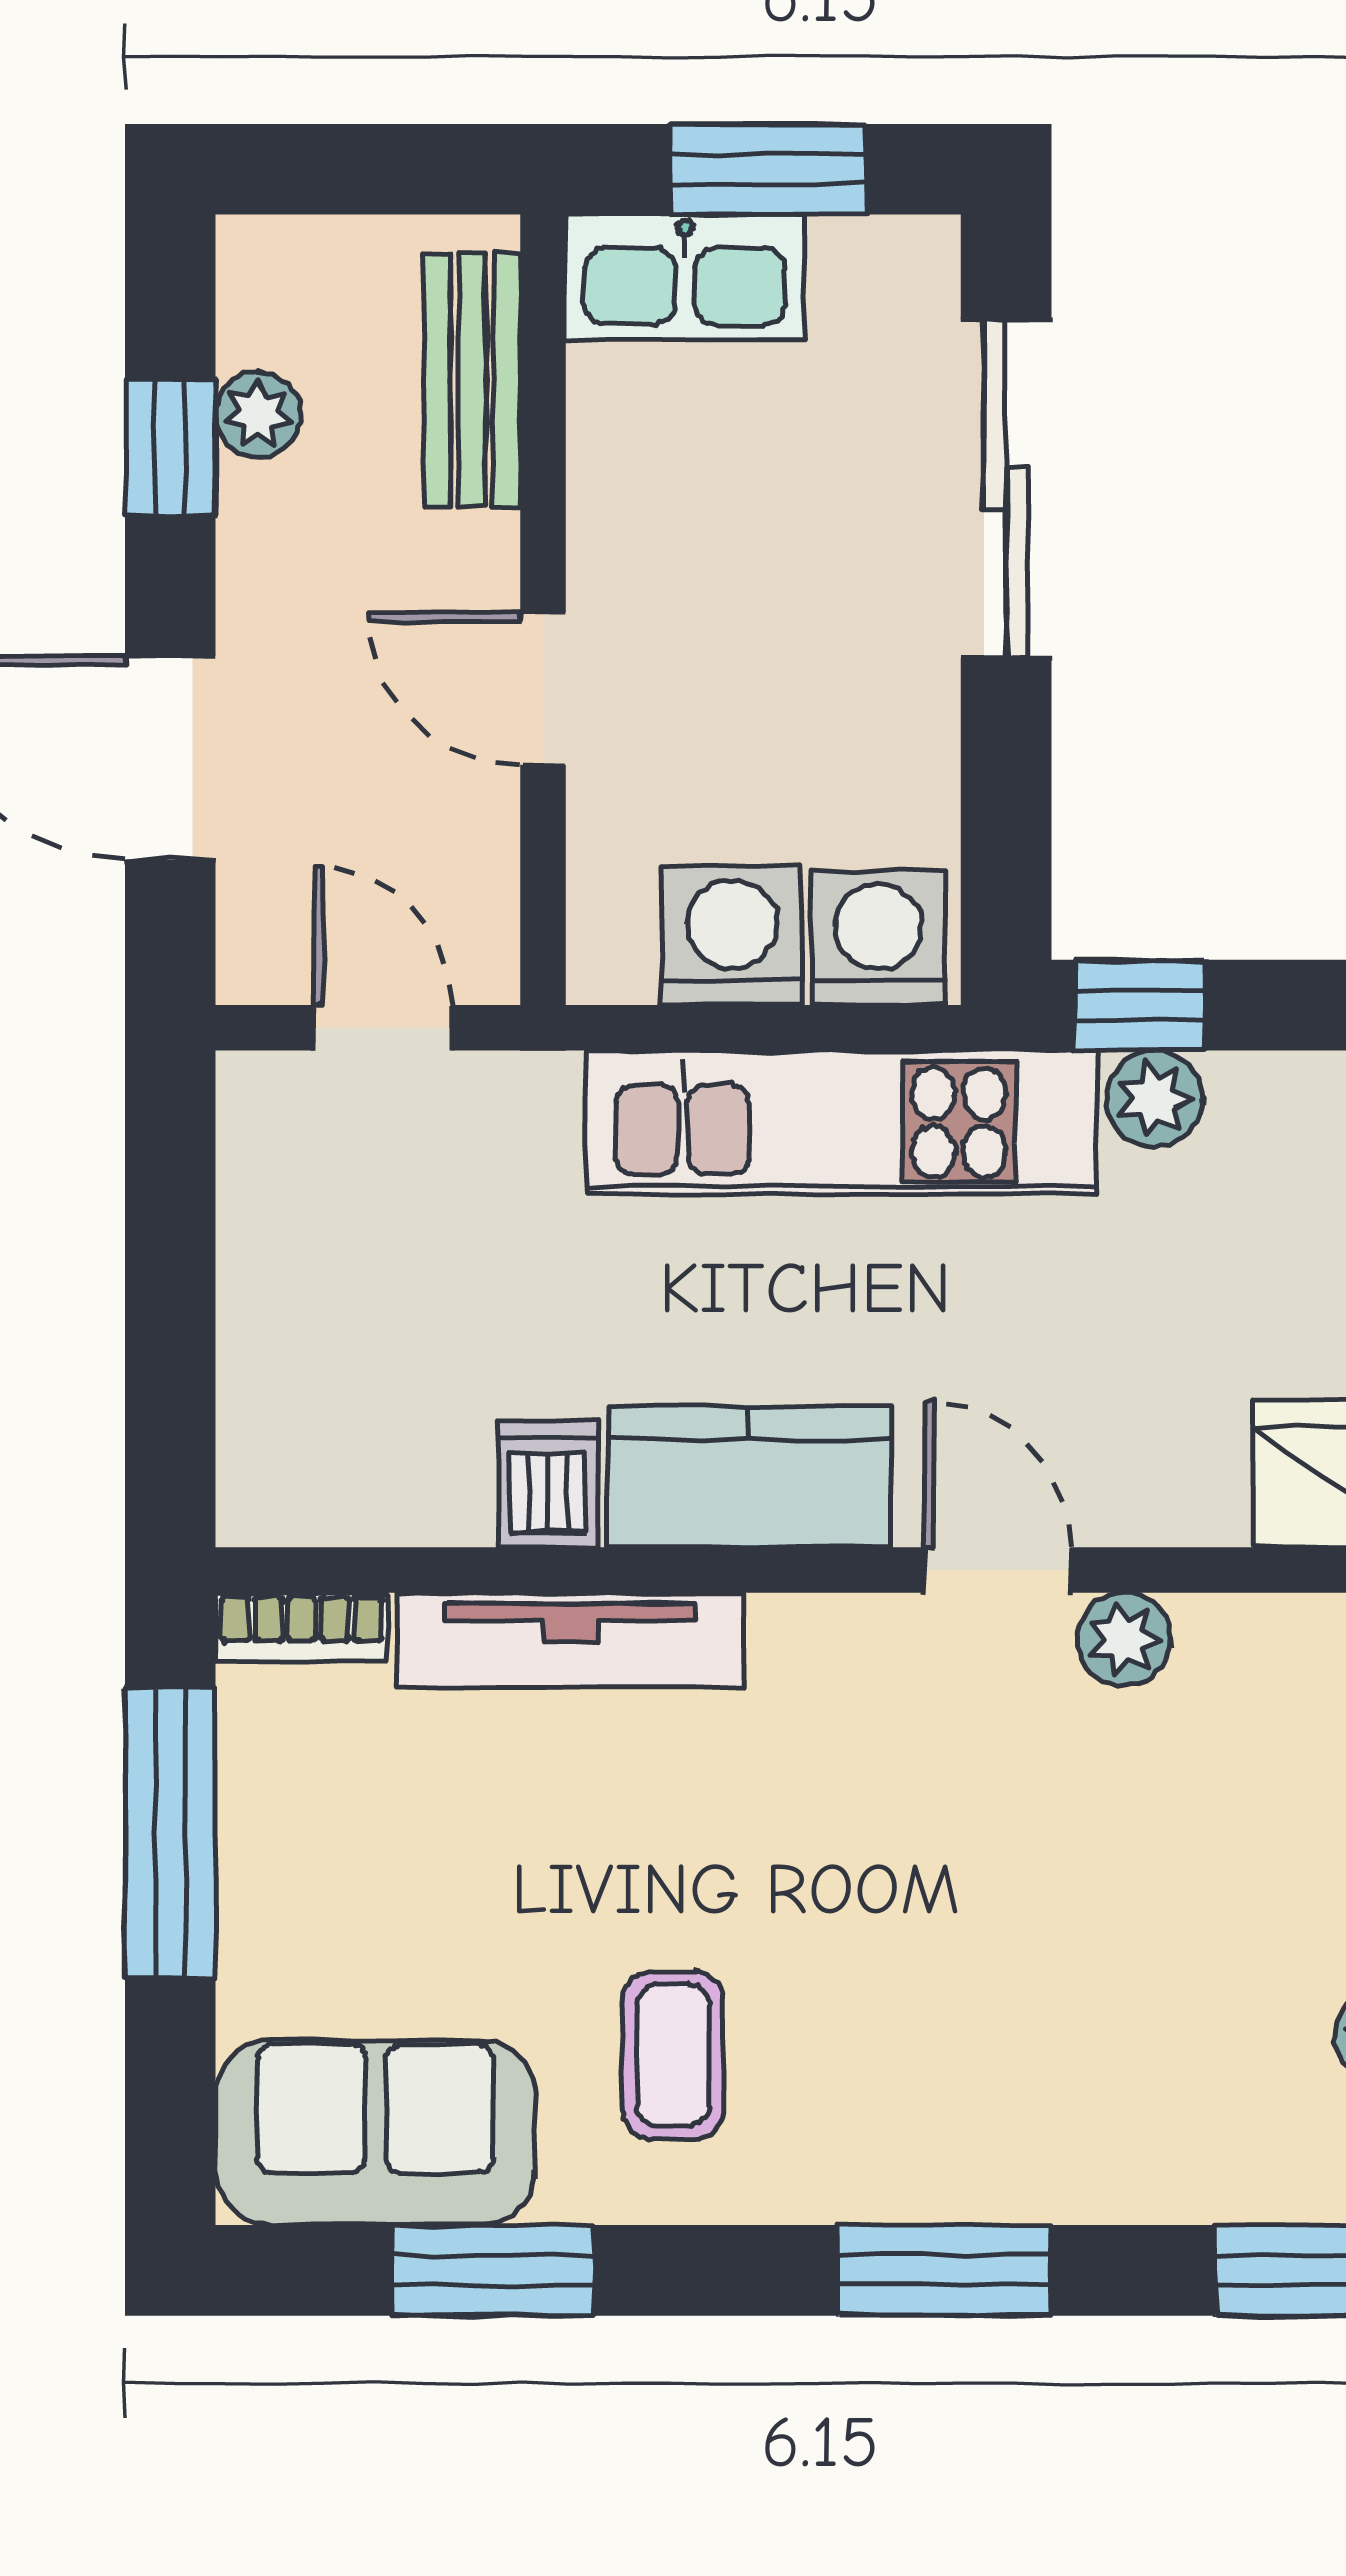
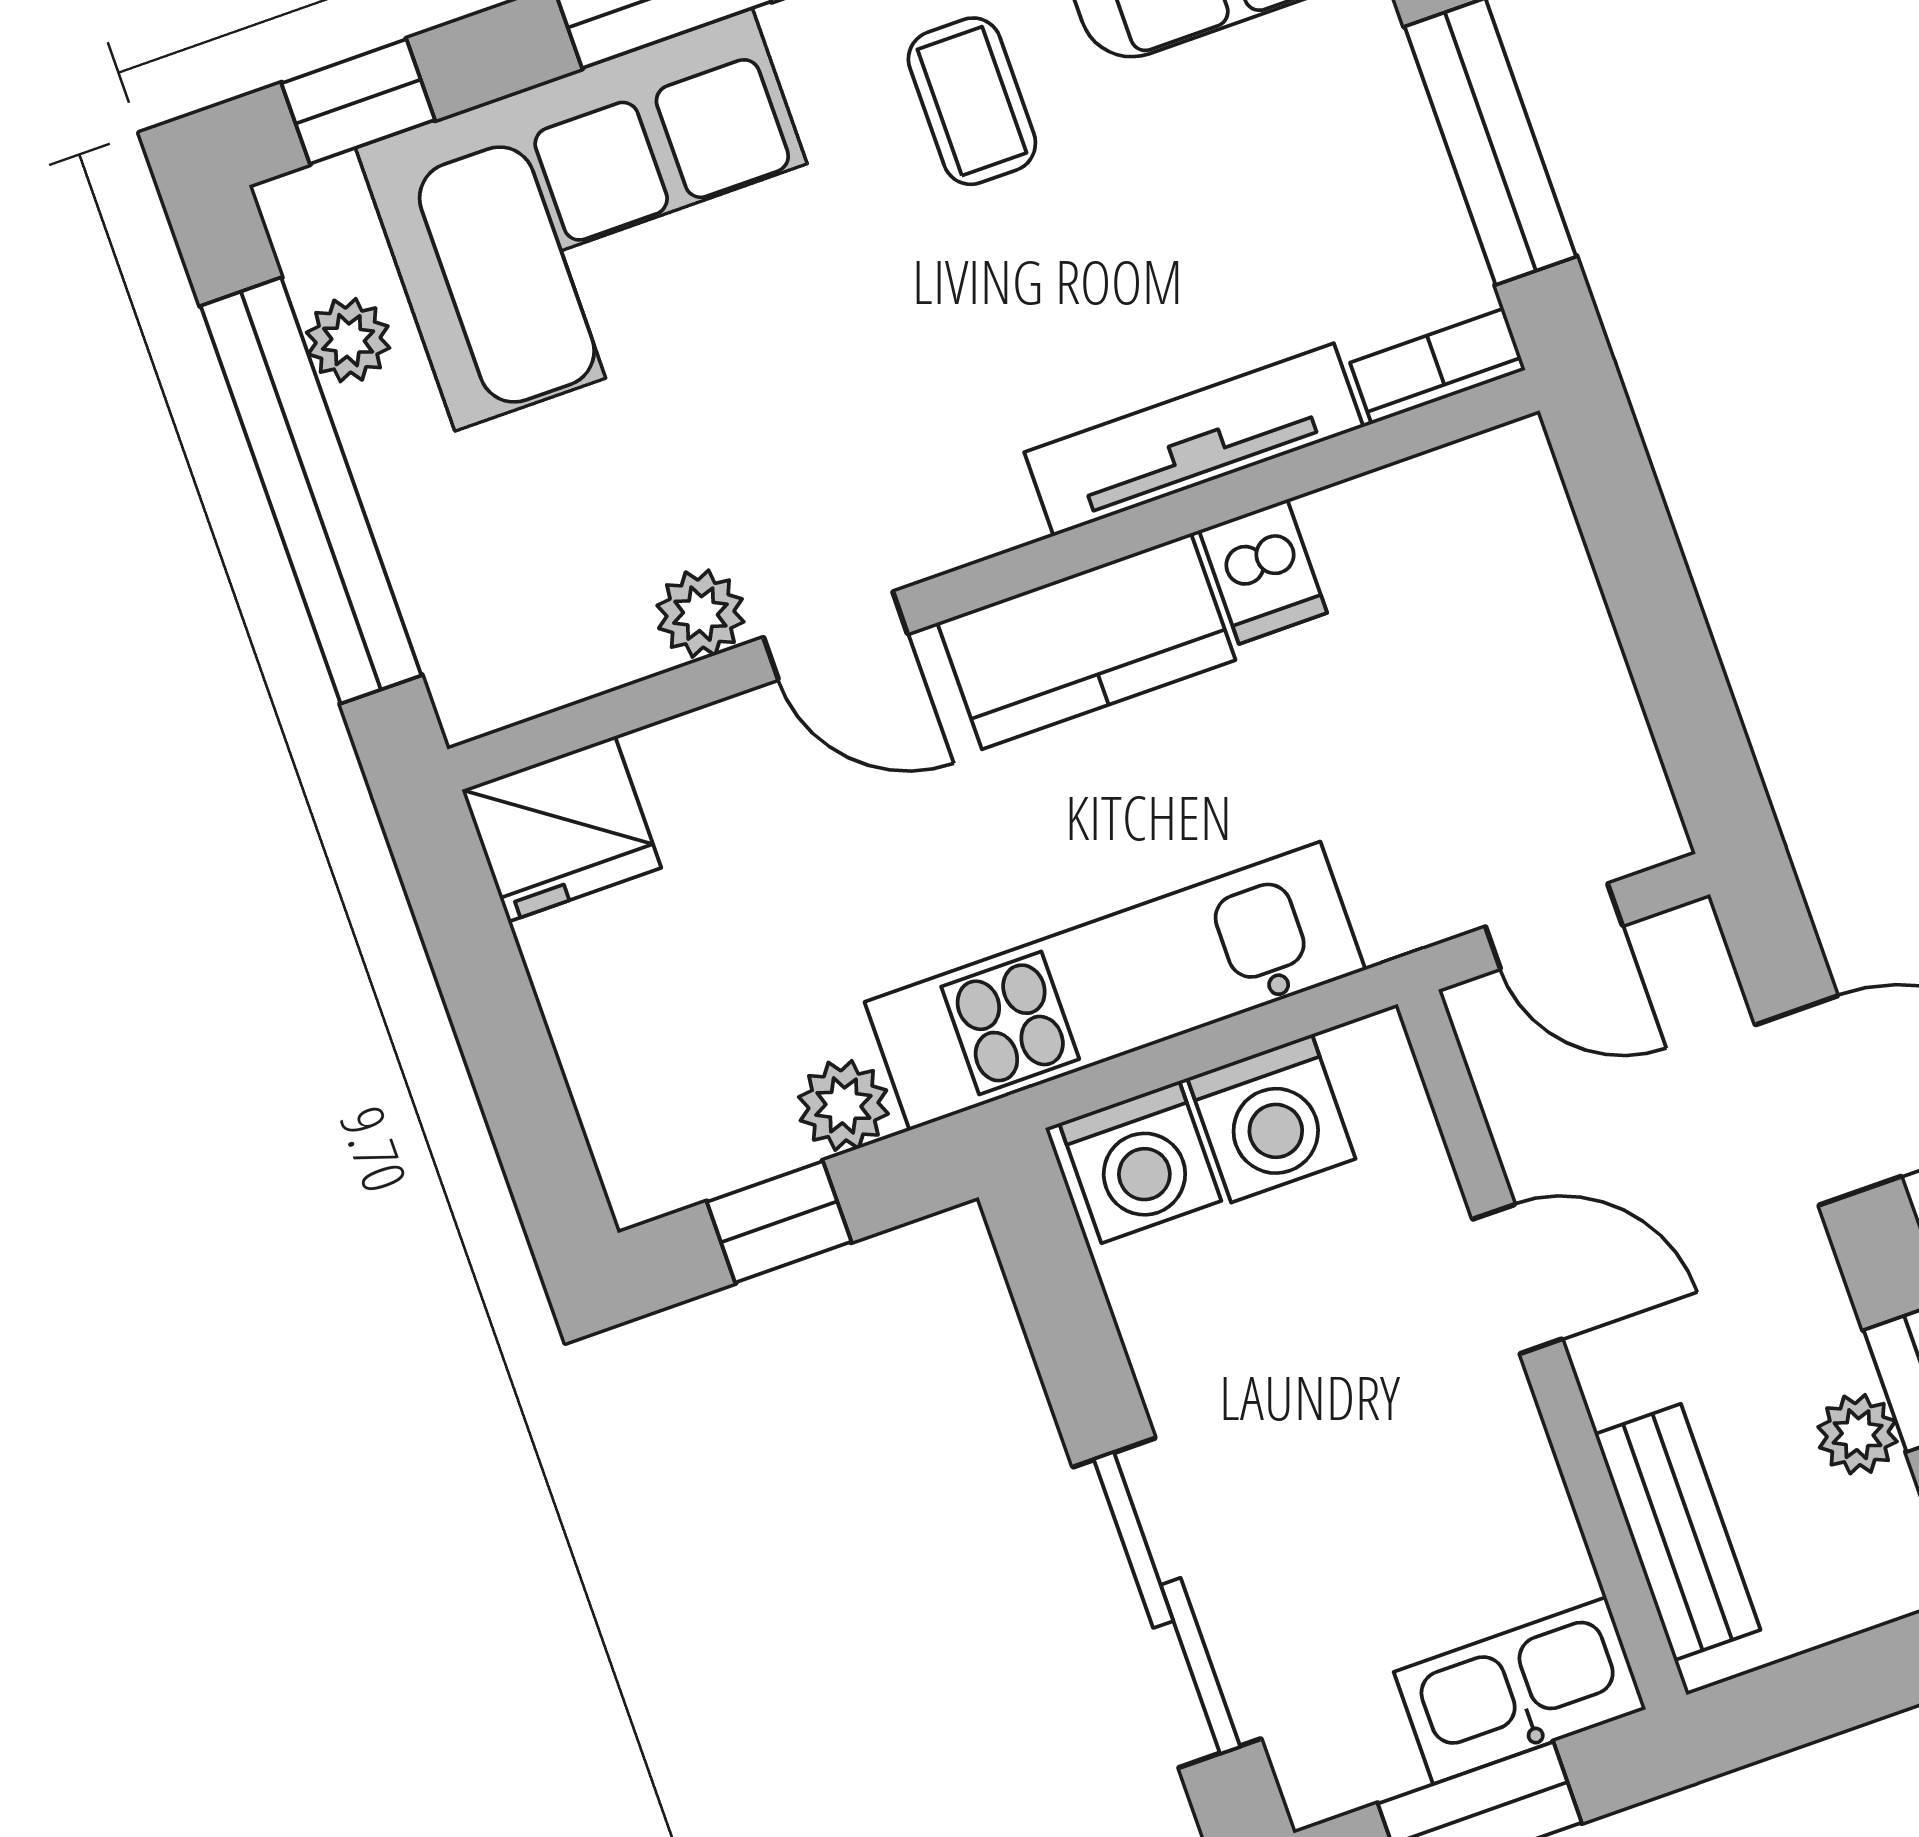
window: (1139, 1005) -> (779, 1222), moved
corner sofa: (1082, 2066) -> (604, 220), added

